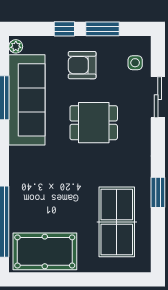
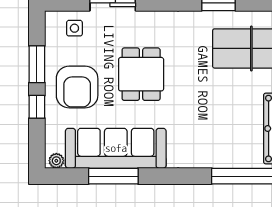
armchair: (82, 65) -> (77, 87), width x1.36, depth x1.36

